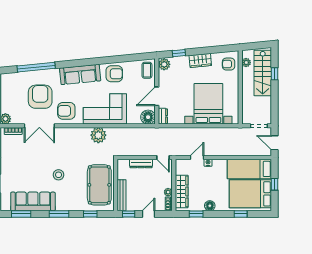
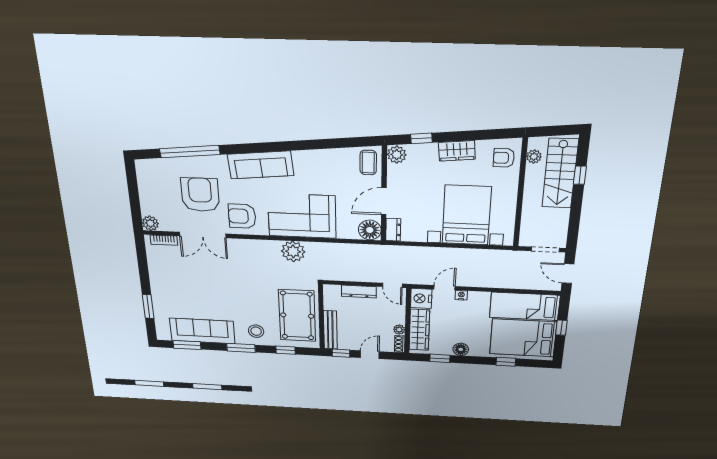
armchair: (114, 74) -> (315, 166), removed
nightstand: (182, 167) -> (421, 298), added
stool: (59, 175) -> (256, 331), moved

